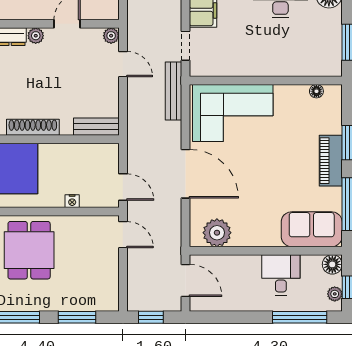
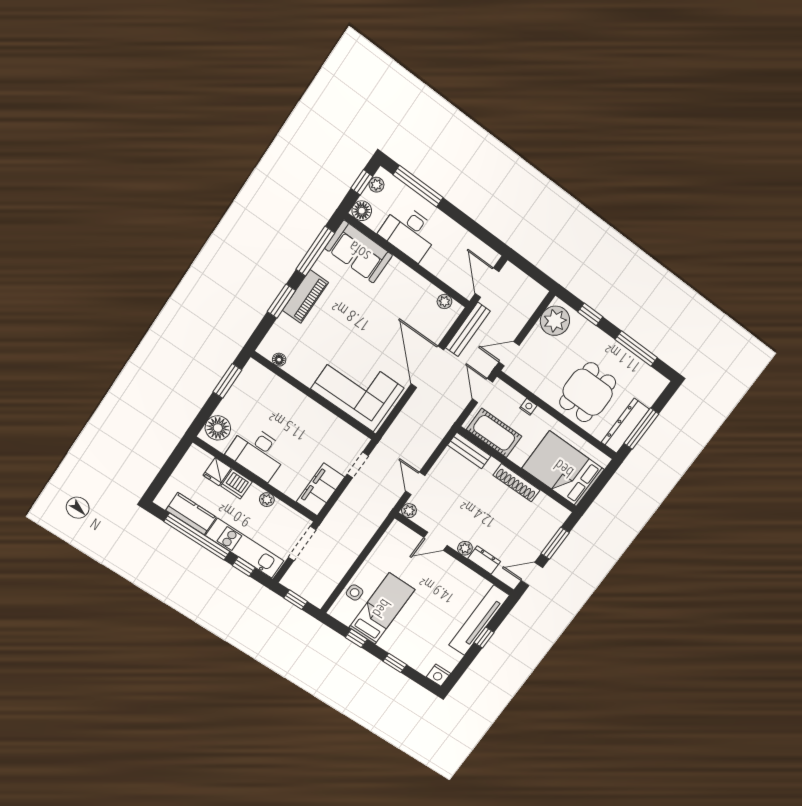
bench: (174, 91) -> (468, 329), moved
cot: (86, 157) -> (494, 433), added
plant: (217, 233) -> (444, 302), width x0.53, depth x0.53
door: (123, 235) -> (509, 354), hinge flipped
desk: (281, 275) -> (409, 232), width x1.37
plant: (104, 290) -> (555, 321), added
window: (77, 317) -> (590, 314), width x0.67
window: (151, 317) -> (535, 273), removed

